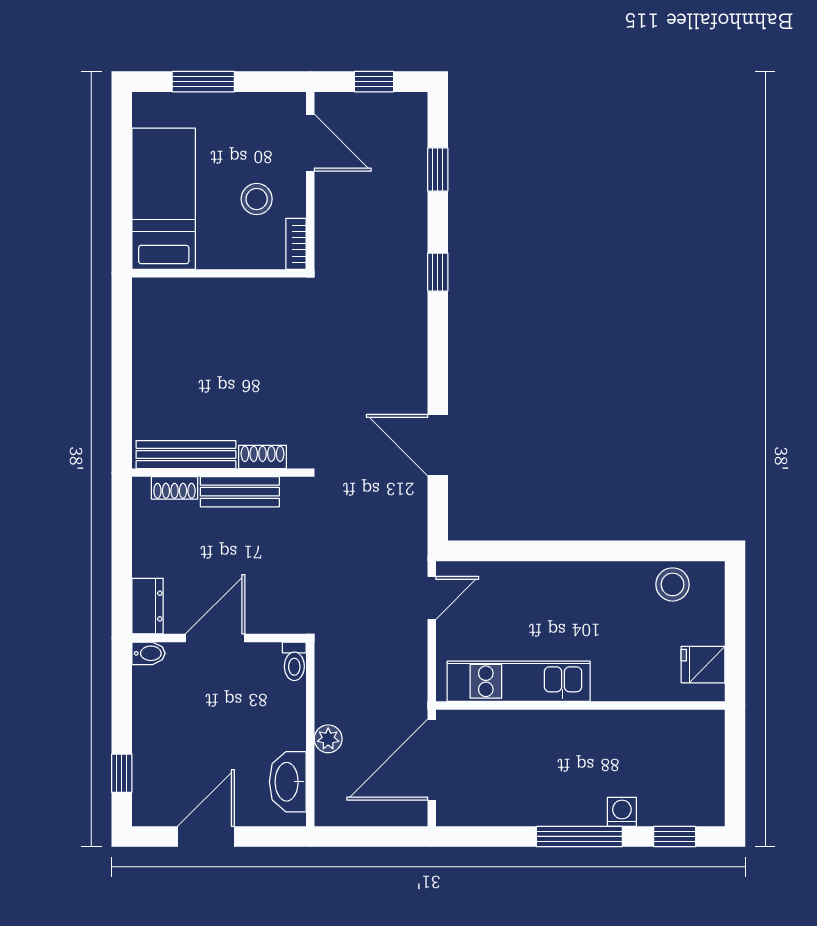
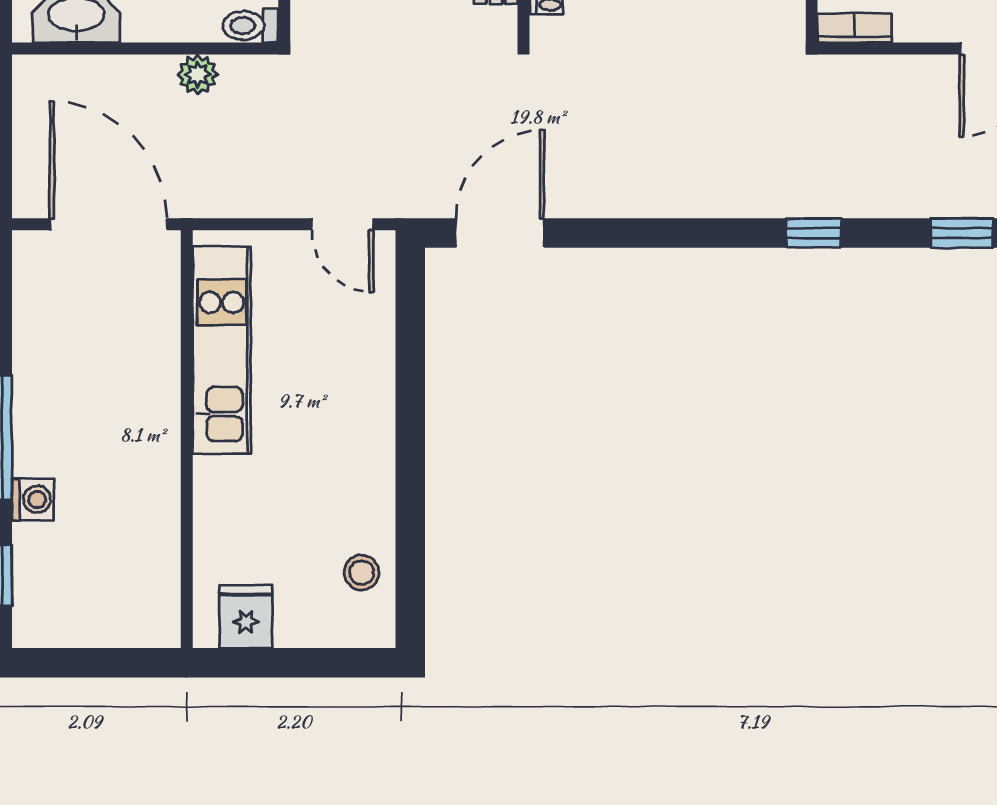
door: (438, 445) -> (500, 233), moved
stool: (673, 584) -> (362, 573), width x0.73, depth x0.73
plant: (328, 739) -> (198, 74), moved

